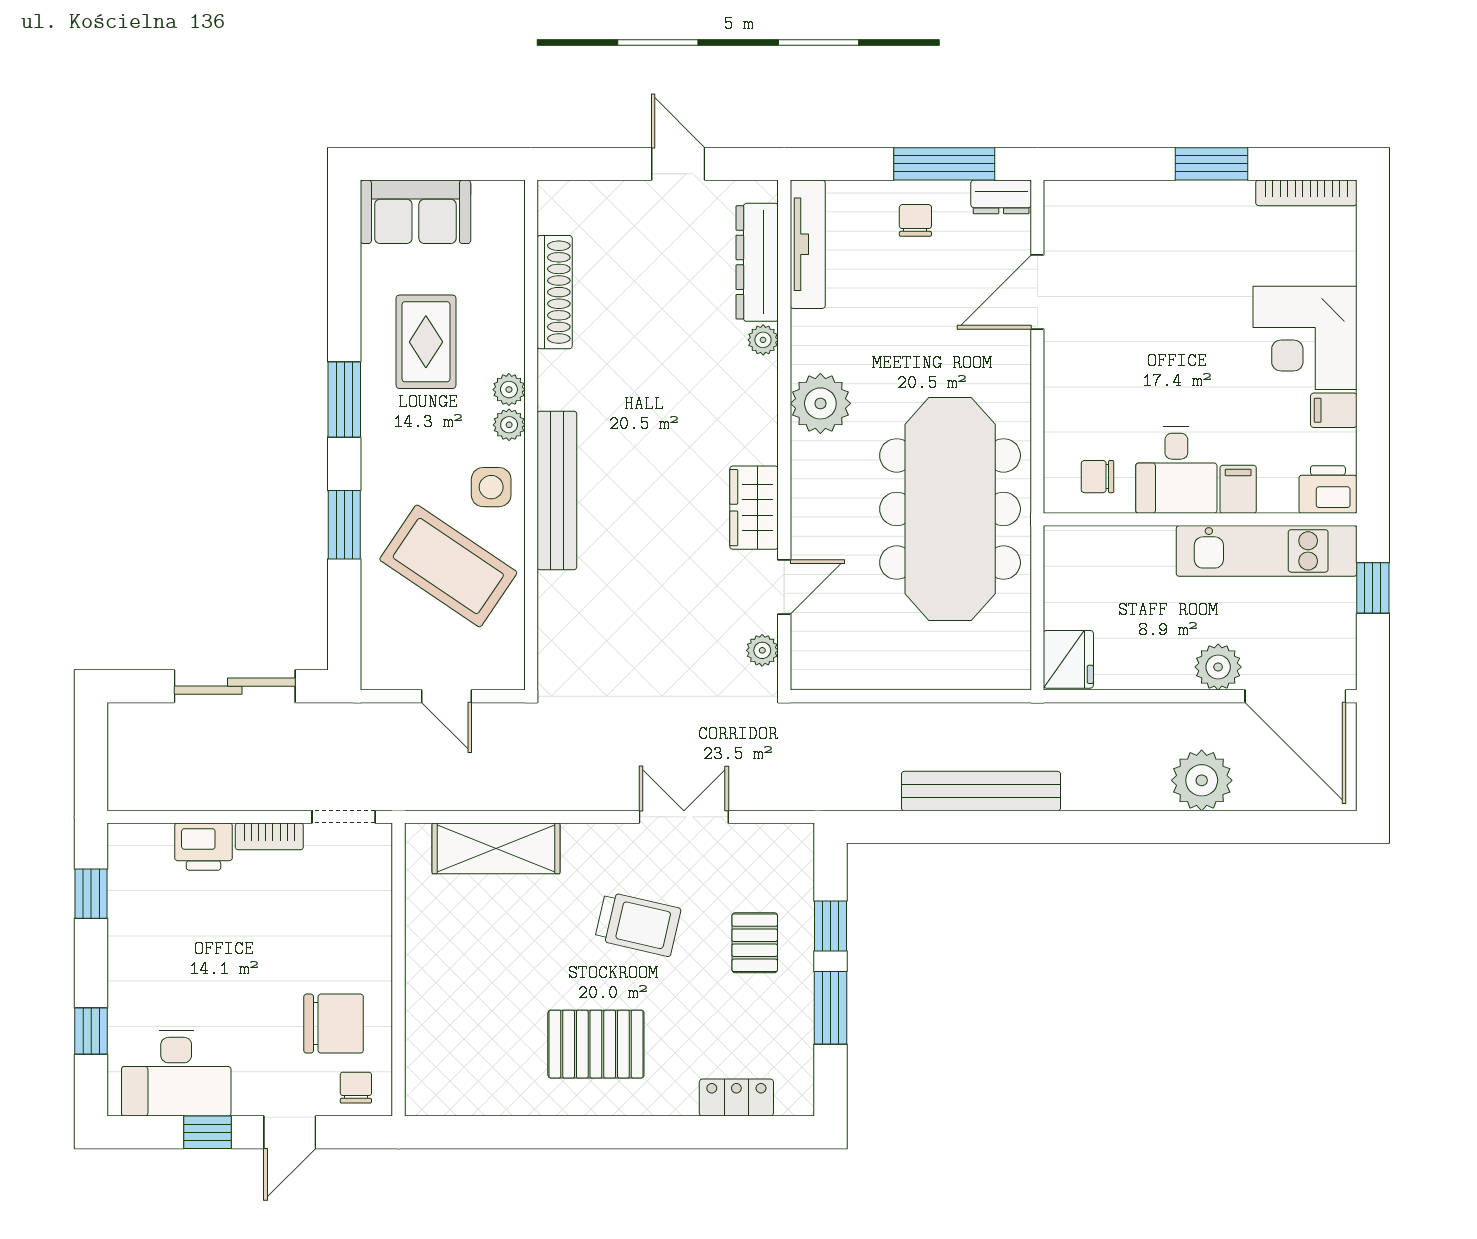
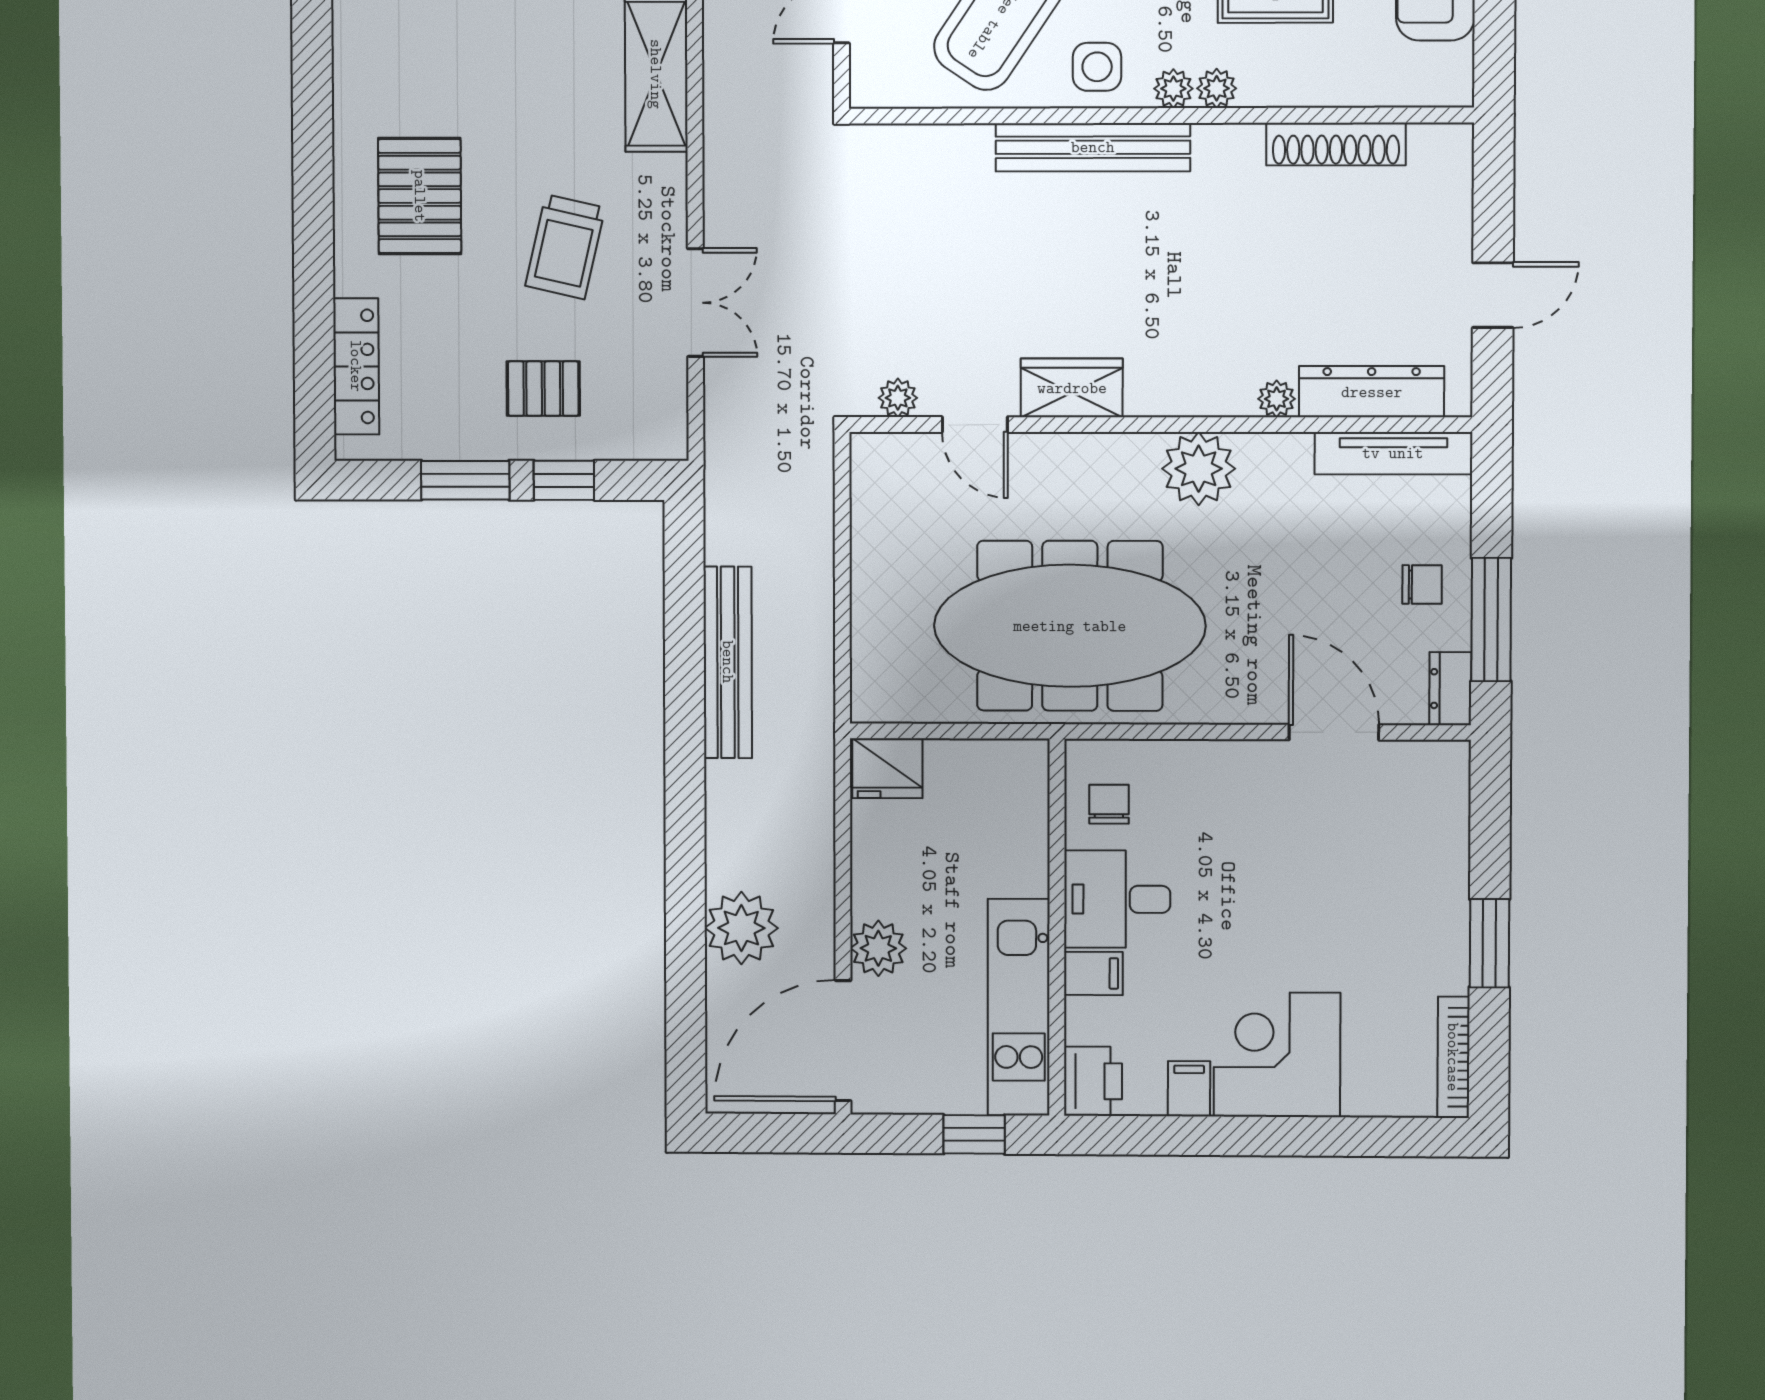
locker: (736, 1098) -> (356, 366), width x1.53

